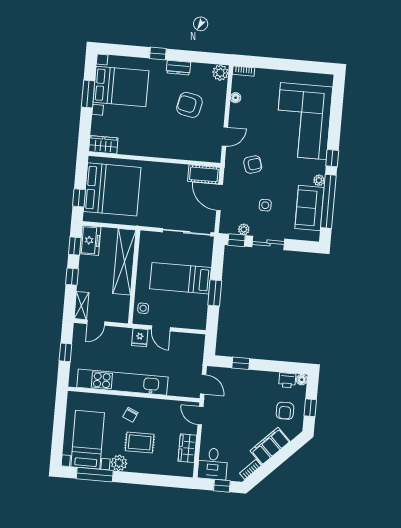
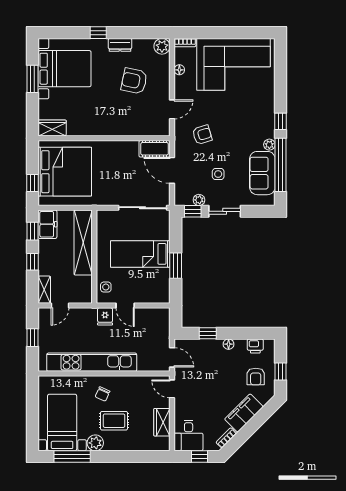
corner sofa: (303, 121) -> (233, 64), moved, turned -90
floor lamp: (302, 380) -> (229, 344), moved

